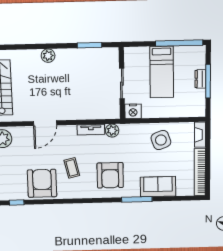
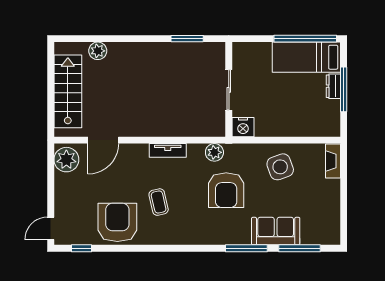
plant: (48, 56) -> (98, 51), moved
bed: (162, 72) -> (306, 57), moved, turned 90
door: (45, 123) -> (103, 140), moved
tv unit: (91, 130) -> (168, 150), moved
bookcase: (200, 172) -> (333, 212), removed
armchair: (110, 175) -> (226, 190), moved
window: (175, 198) -> (299, 248), added

